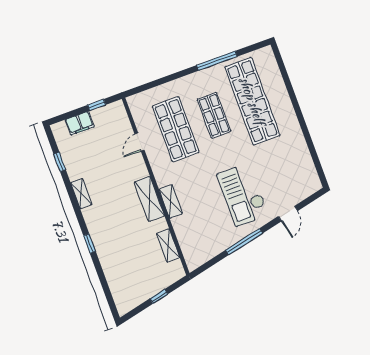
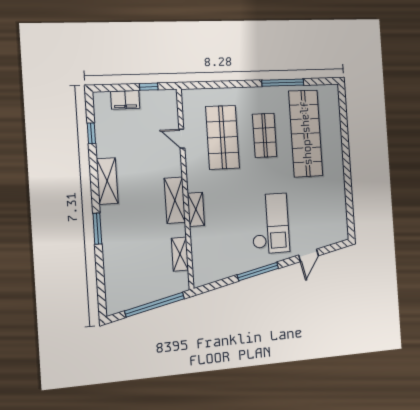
door: (140, 142) -> (182, 139), hinge flipped
shelving: (81, 194) -> (107, 181), width x1.50, depth x1.33
checkout: (243, 195) -> (270, 224), turned 180
window: (90, 243) -> (97, 229), width x1.50
window: (159, 296) -> (155, 305), width x3.17

